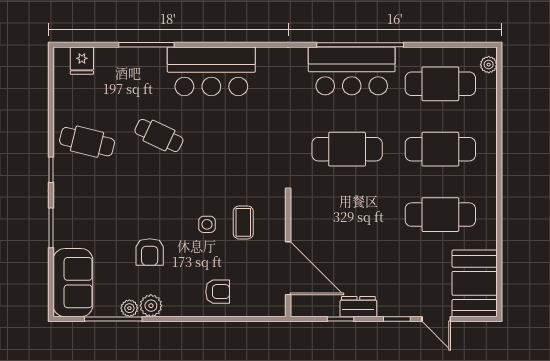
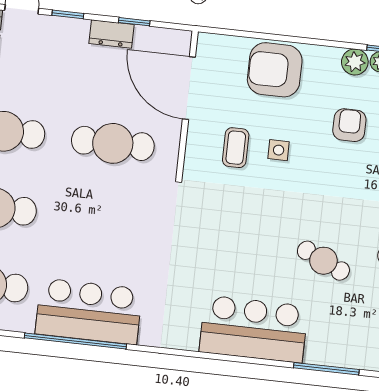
cafe table: (347, 149) -> (113, 143), moved
armchair: (218, 292) -> (275, 70), width x1.88, depth x1.88

